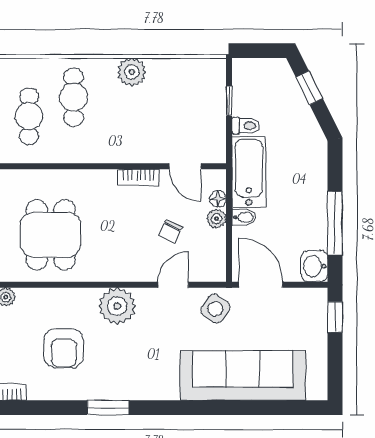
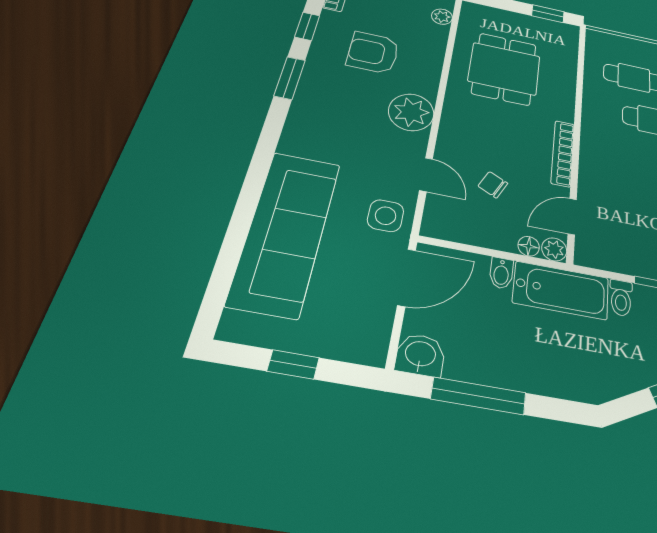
bookcase: (139, 177) -> (563, 153), width x1.56
plant: (216, 219) -> (554, 249), moved
dining table: (51, 235) -> (504, 69), turned 90
side table: (215, 309) -> (386, 216), turned -35
window: (335, 317) -> (293, 364), moved
window: (50, 408) -> (307, 26), added

